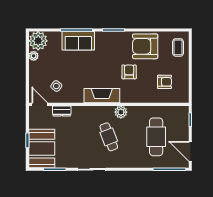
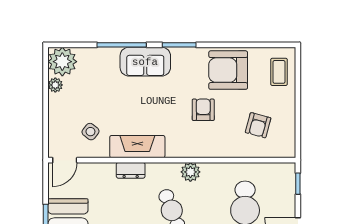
sofa: (78, 41) -> (145, 62), moved
armchair: (165, 82) -> (258, 125), turned 105
fireplace: (102, 96) -> (137, 147), moved
door: (40, 104) -> (65, 160), swing flipped
dresser: (62, 111) -> (131, 170), moved

